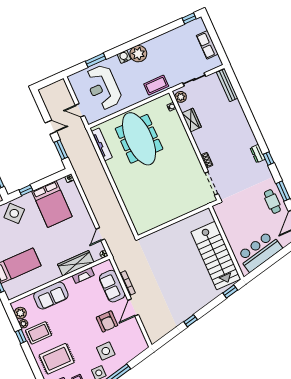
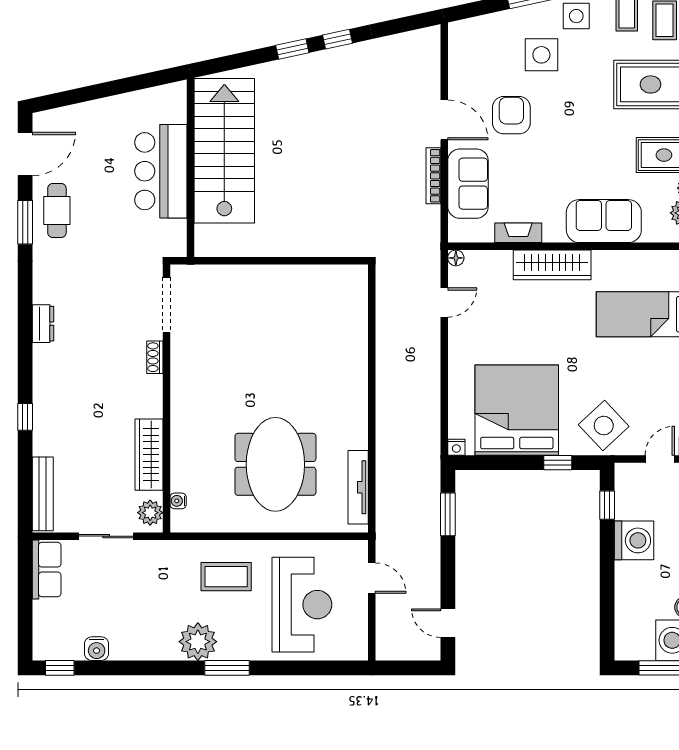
row of seats: (207, 45) -> (47, 570), moved
water cooler: (124, 57) -> (97, 649), moved
window: (96, 60) -> (227, 668), moved
coffee table: (156, 85) -> (226, 577), moved
wardrobe: (192, 120) -> (149, 455), width x1.50
door: (51, 127) -> (448, 623), moved
meeting table: (139, 139) -> (275, 464), width x0.73
window: (269, 159) -> (25, 417), moved
bed: (52, 204) -> (517, 410), width x1.36
bar counter: (260, 252) -> (161, 171), moved, turned 102
wardrobe: (76, 263) -> (552, 265), moved
window: (230, 291) -> (292, 49), moved
door: (133, 307) -> (444, 120), hinge flipped

